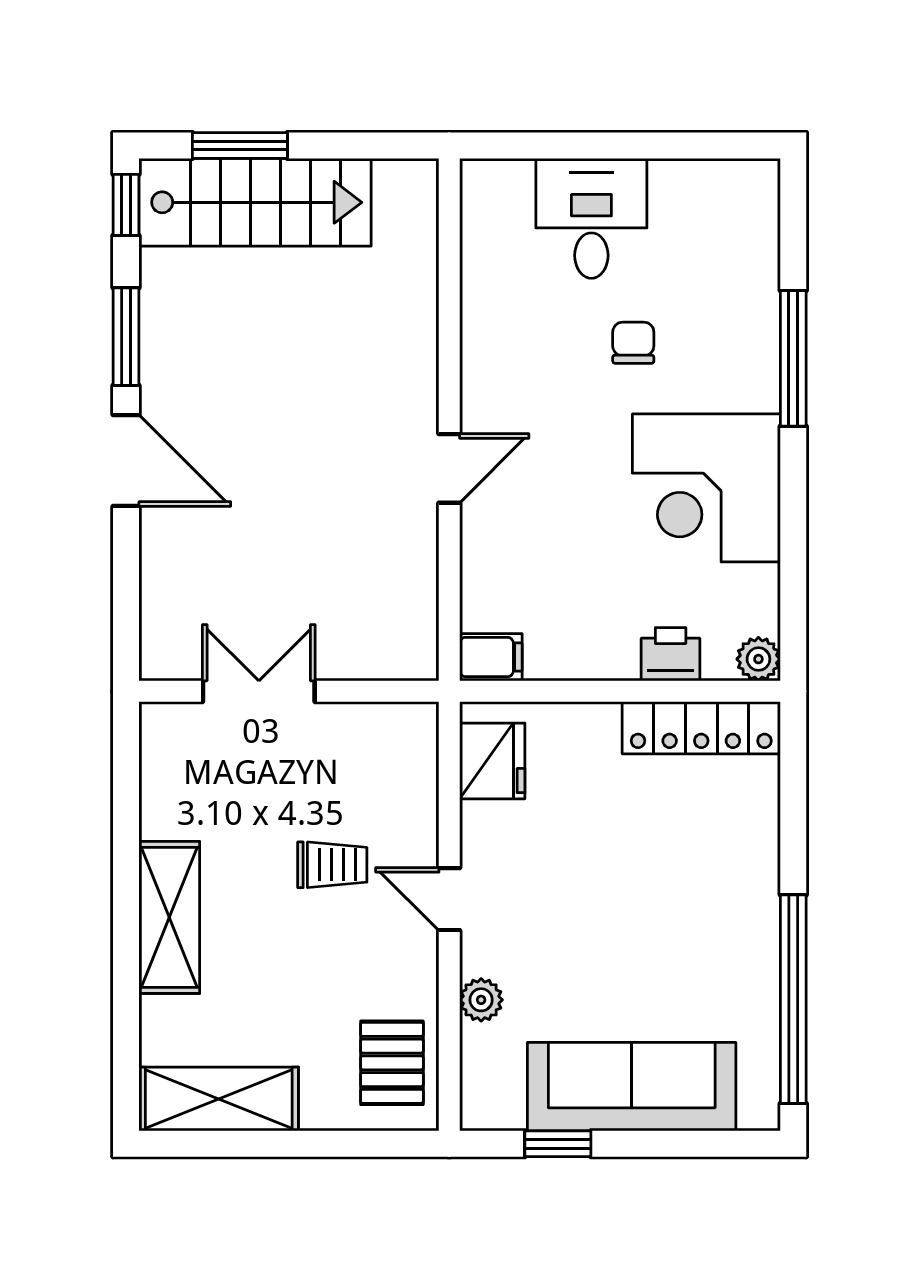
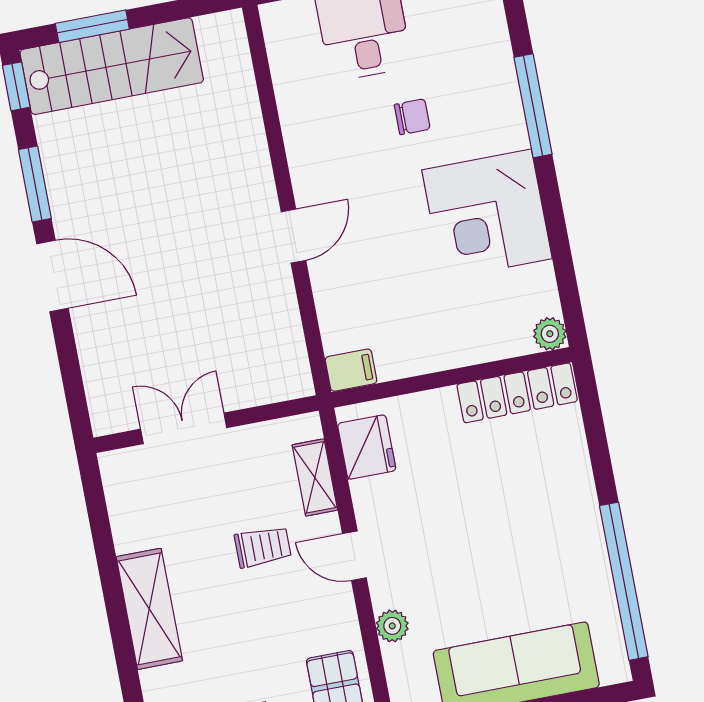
chair: (633, 343) -> (412, 117), turned 90
printer: (671, 654) -> (484, 343), removed
shelving: (417, 788) -> (315, 477), added

